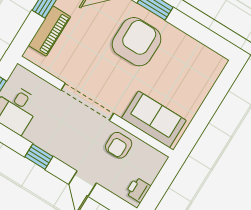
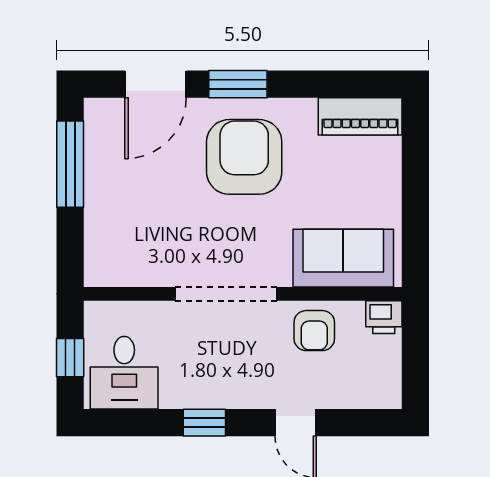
piano: (49, 31) -> (360, 116), moved, turned 90
printer: (138, 190) -> (384, 317), moved, turned -90

